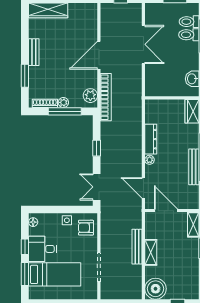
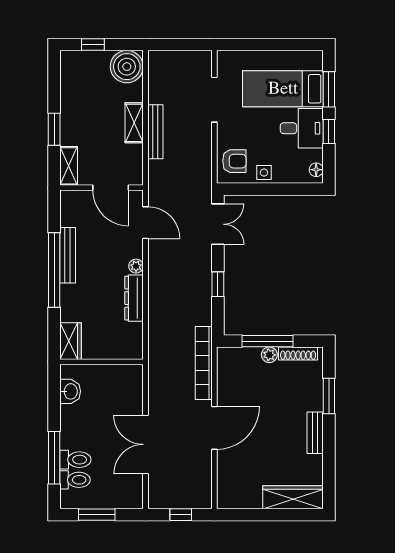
plant: (90, 96) -> (228, 365), removed

